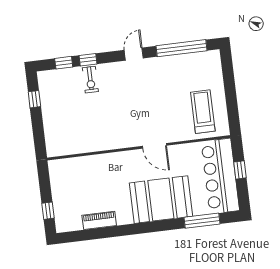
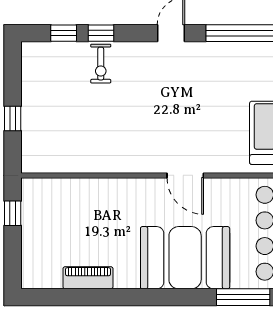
window: (34, 99) -> (13, 119), moved
window: (48, 211) -> (13, 213), moved

